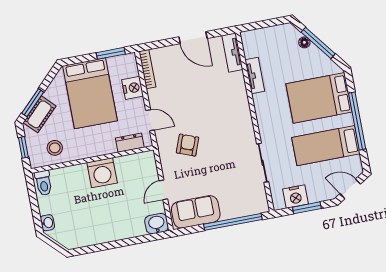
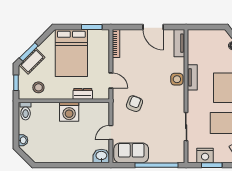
tv unit: (255, 75) -> (192, 77), moved
nightstand: (133, 88) -> (103, 55), removed
side table: (238, 101) -> (177, 79), added
dresser: (130, 143) -> (83, 94), moved

